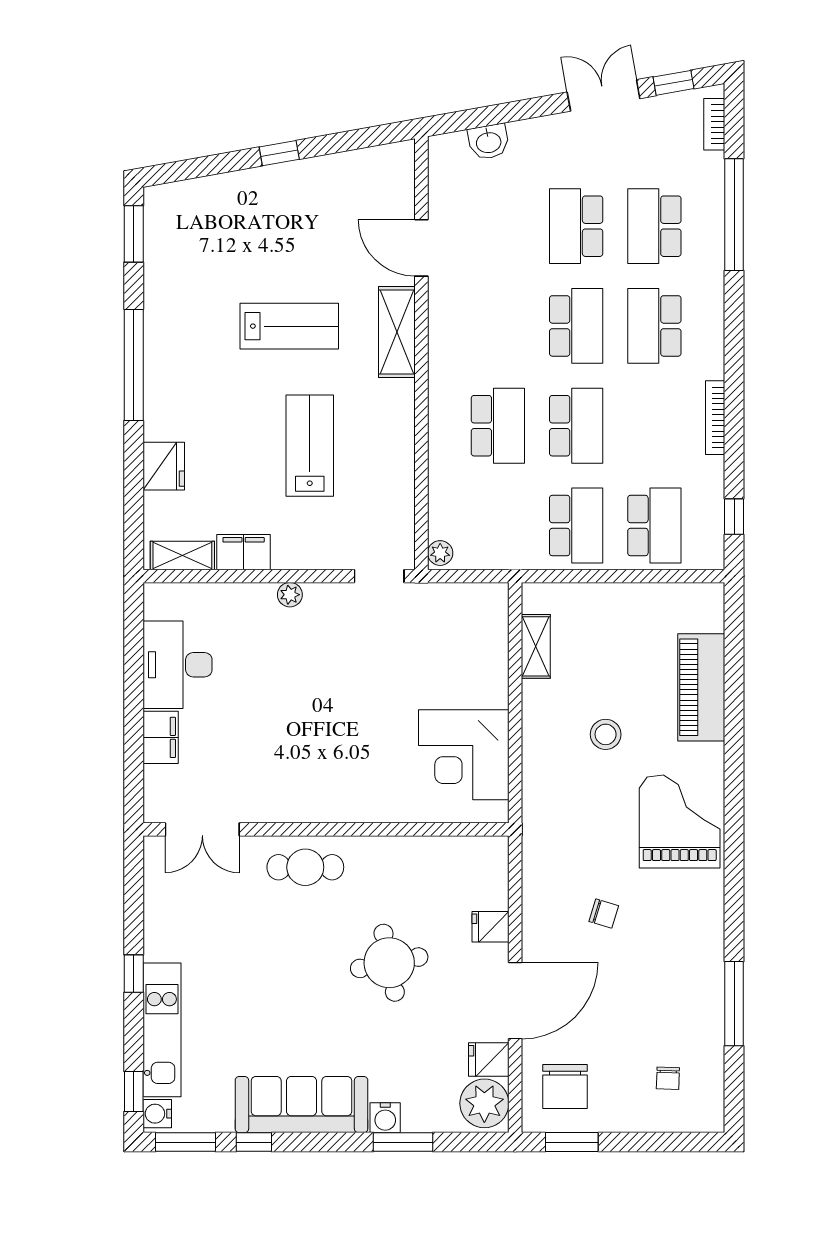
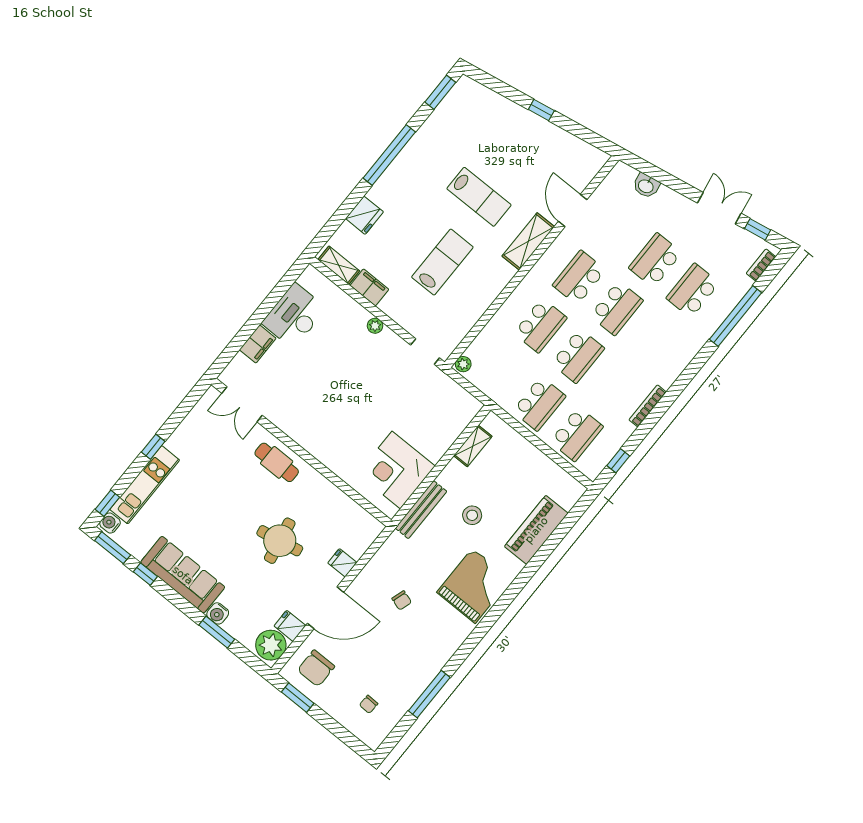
school desk: (654, 326) -> (579, 278), moved
bench: (535, 780) -> (421, 510), added

